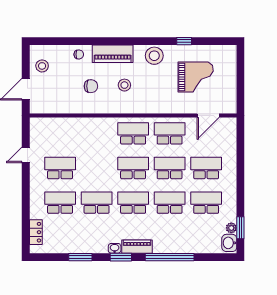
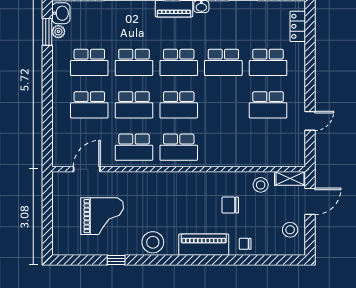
grand piano: (196, 77) -> (102, 216), turned 180
stool: (124, 85) -> (261, 185), moved
shelving: (42, 108) -> (290, 178), added

